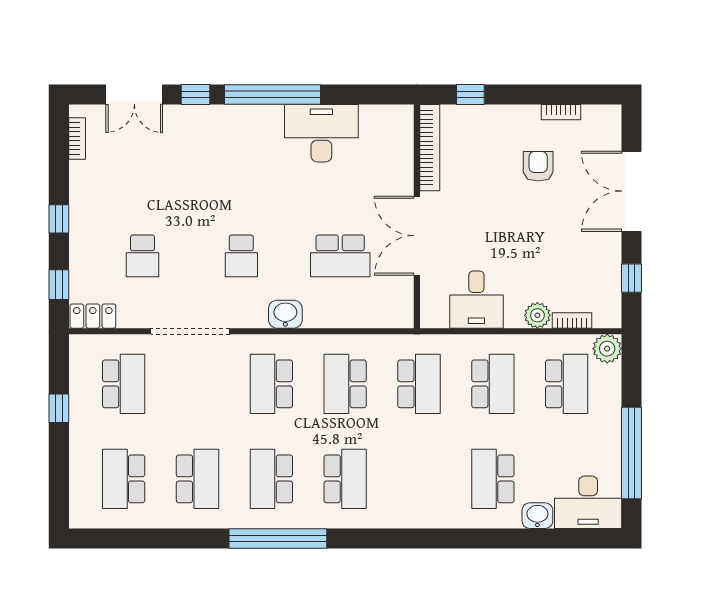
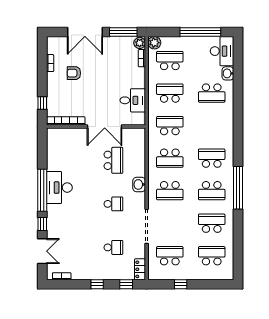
desk: (321, 133) -> (59, 188), moved
window: (631, 278) -> (123, 32), width x2.17
plant: (537, 315) -> (140, 43), moved
school desk: (124, 479) -> (212, 256), turned 180

